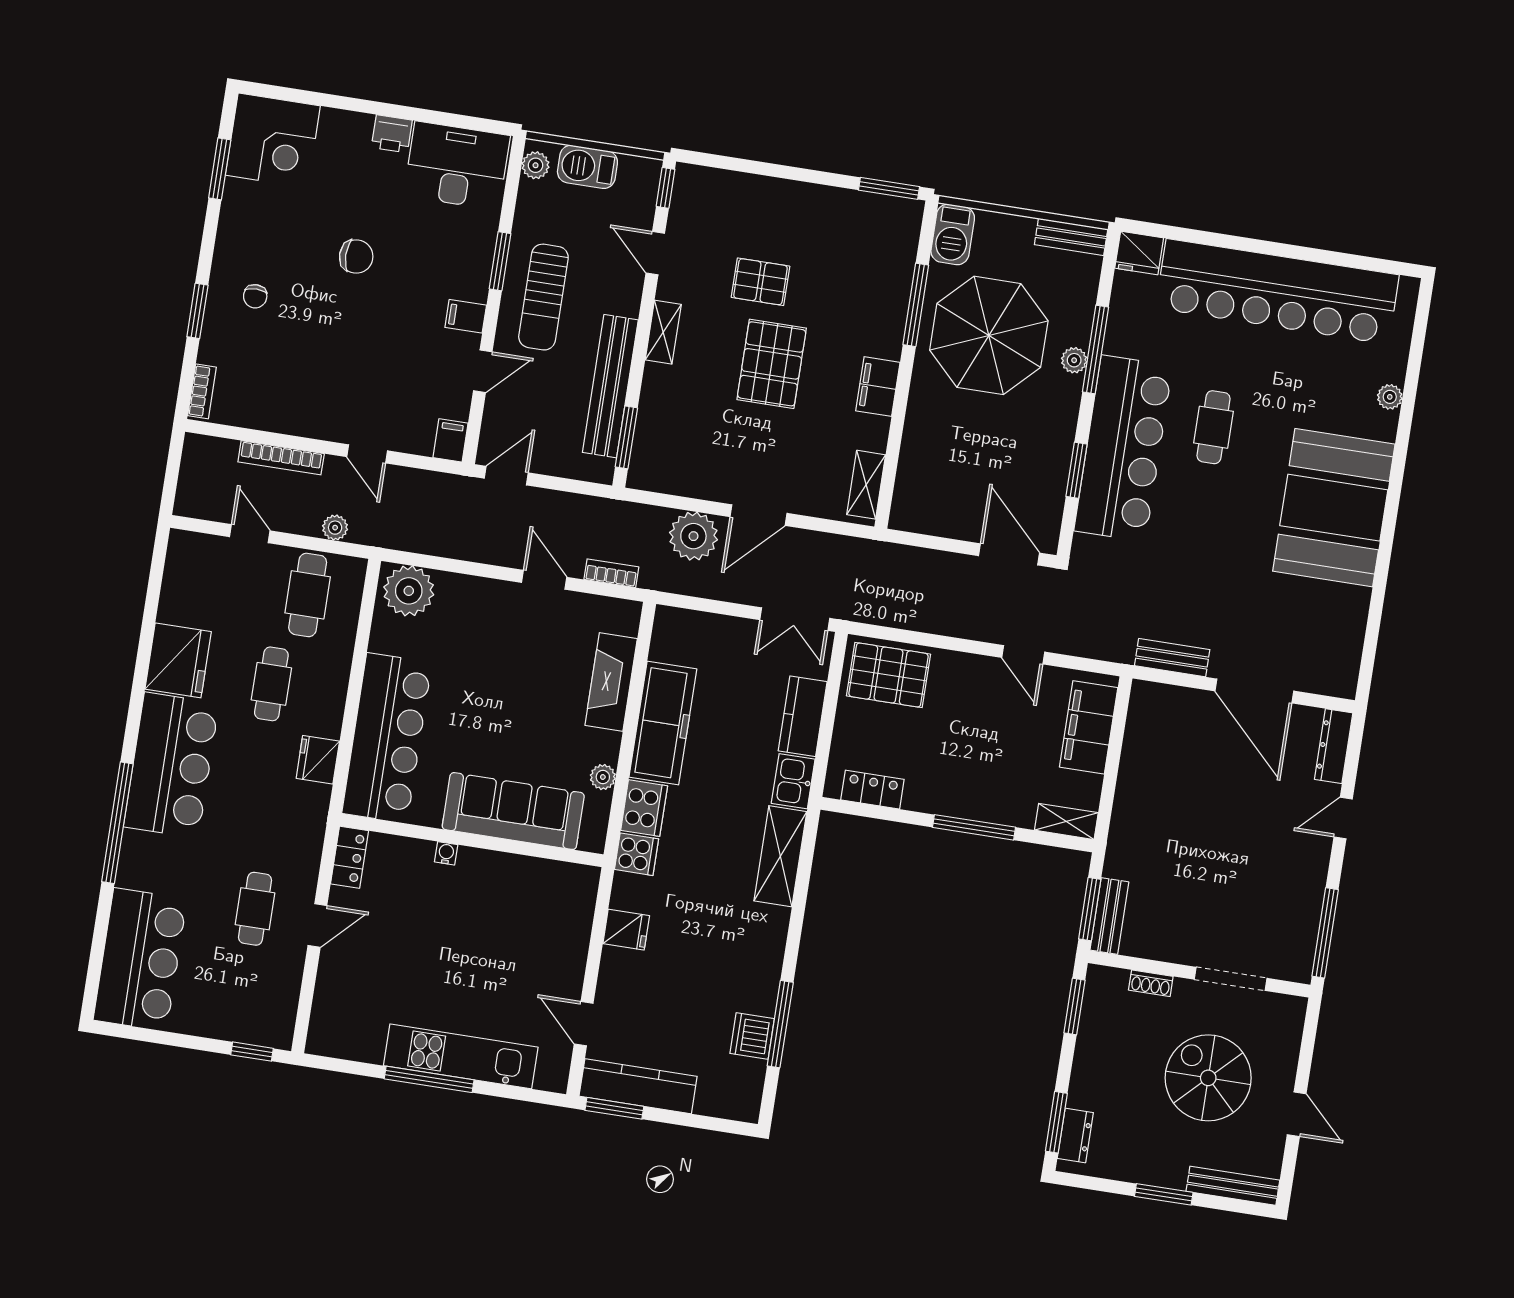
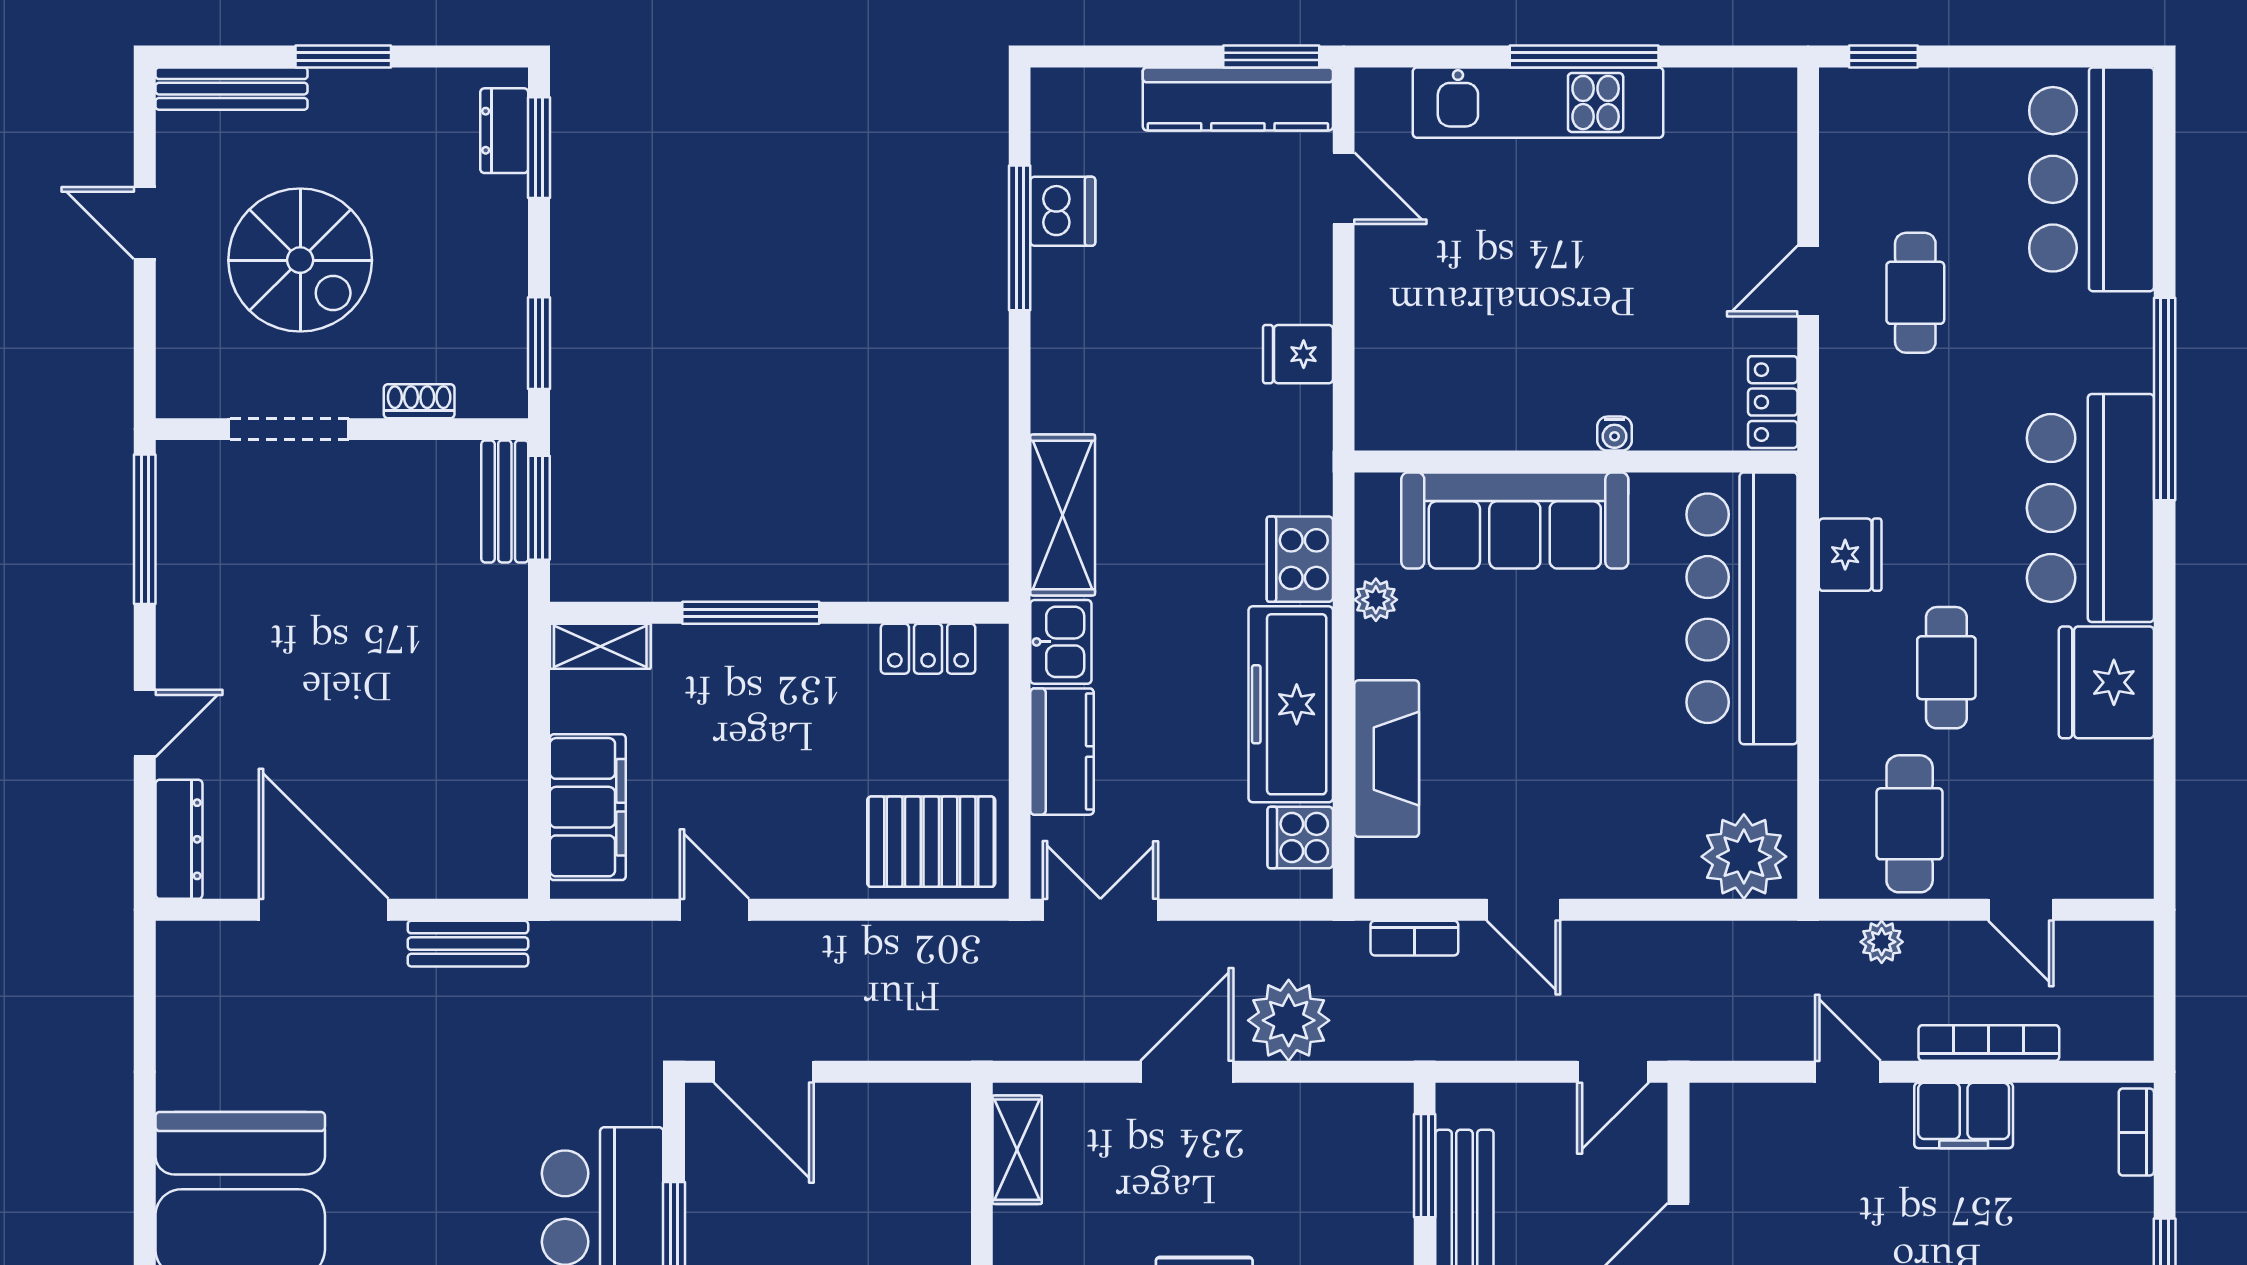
filing cabinet: (450, 440) -> (1964, 1115), moved, width x2.00
cooker: (637, 854) -> (1300, 838), moved

